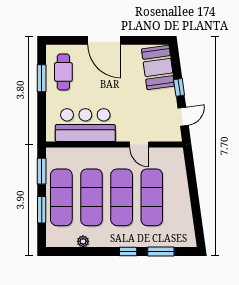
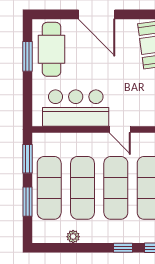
cafe table: (63, 72) -> (51, 49), width x1.37, depth x1.35
door: (139, 144) -> (120, 130), moved

